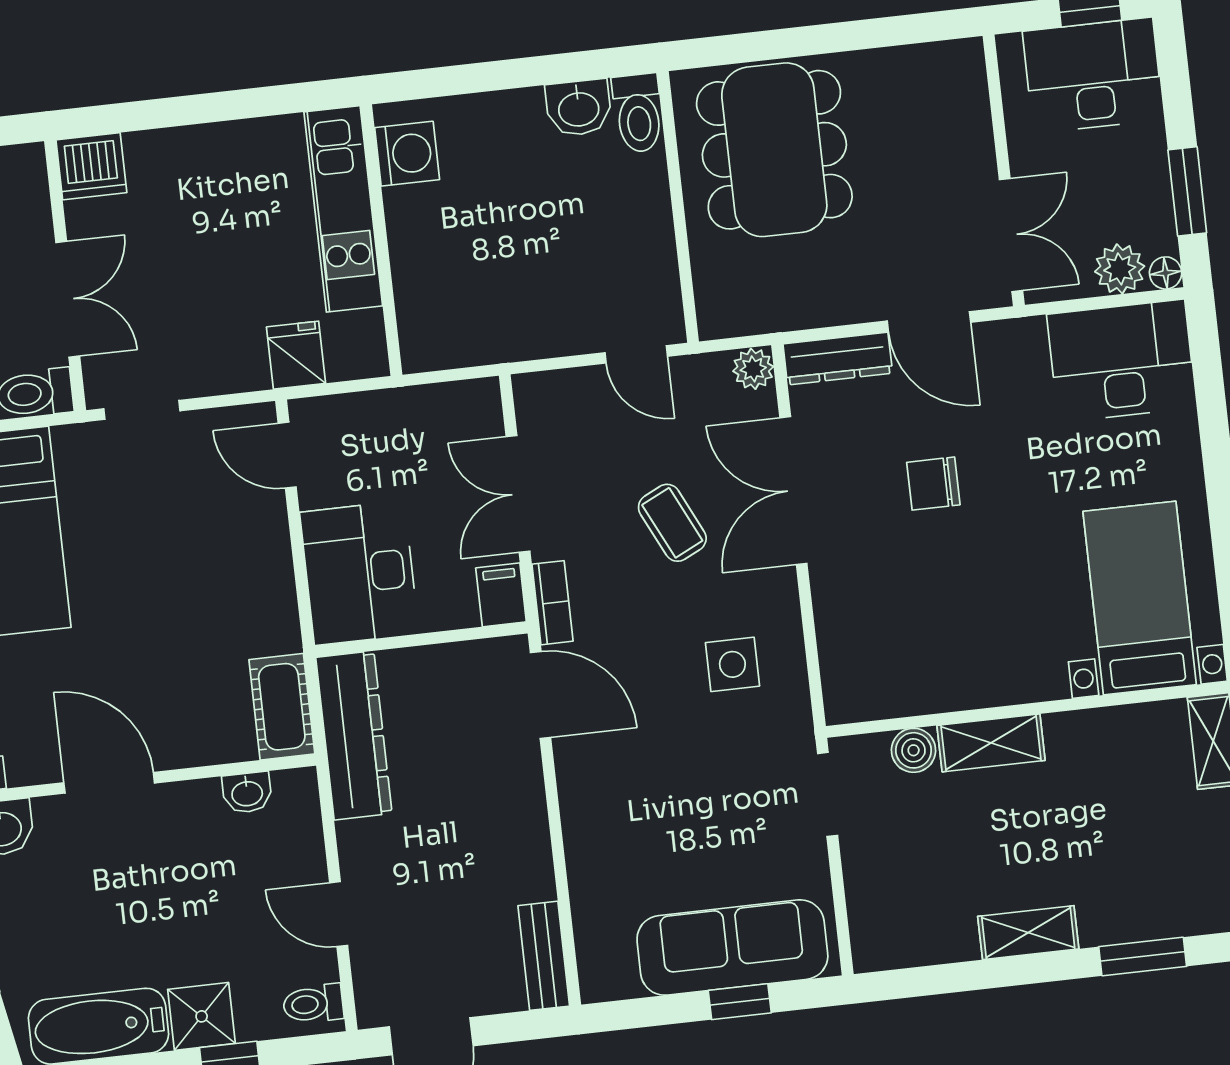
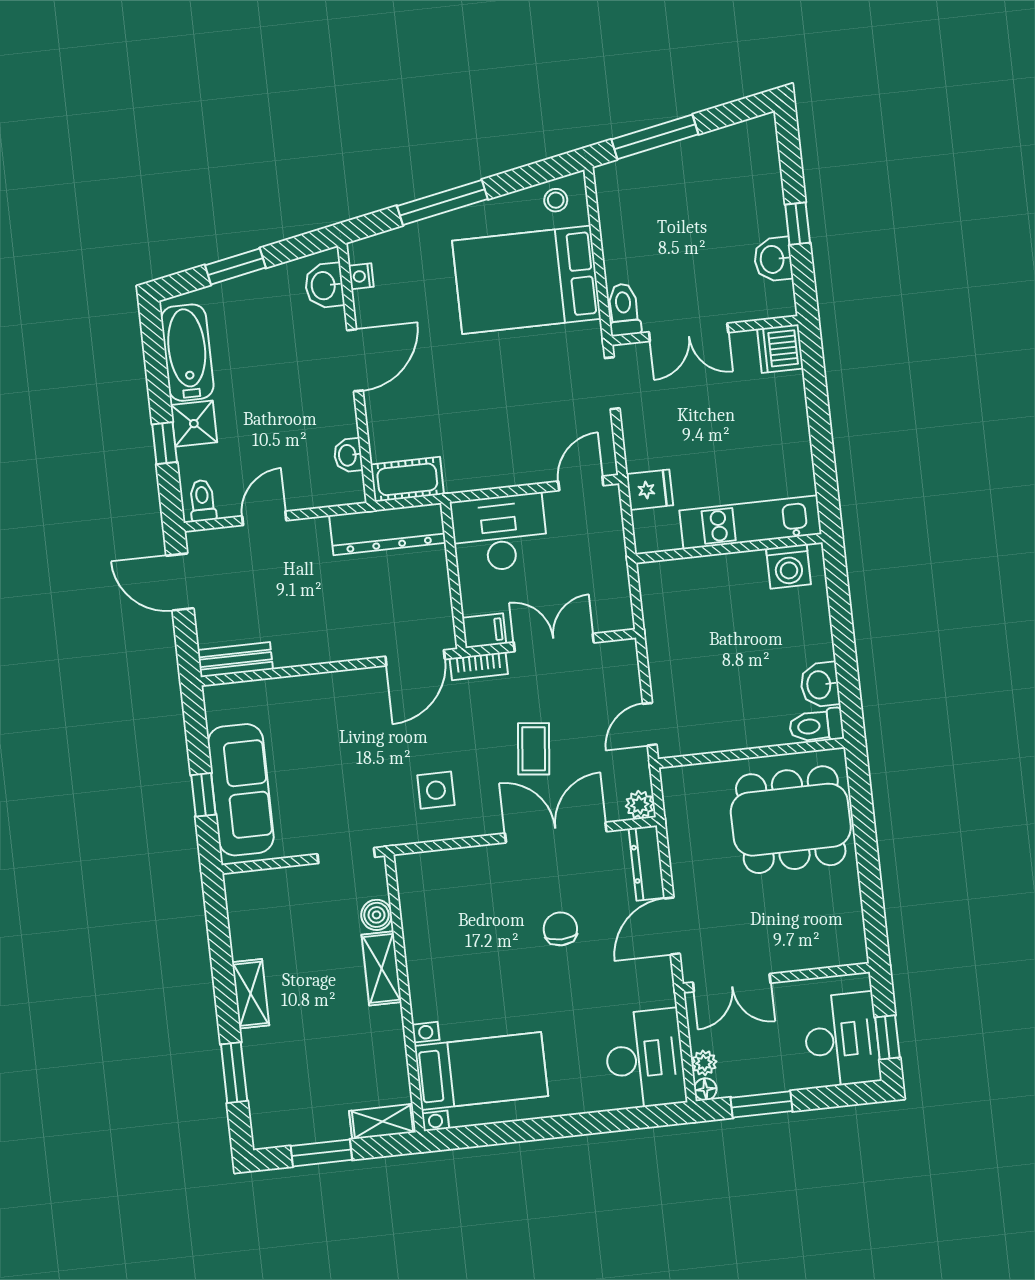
plant: (1120, 269) -> (704, 1063), width x0.73, depth x0.73
coffee table: (672, 523) -> (534, 749), turned -58

